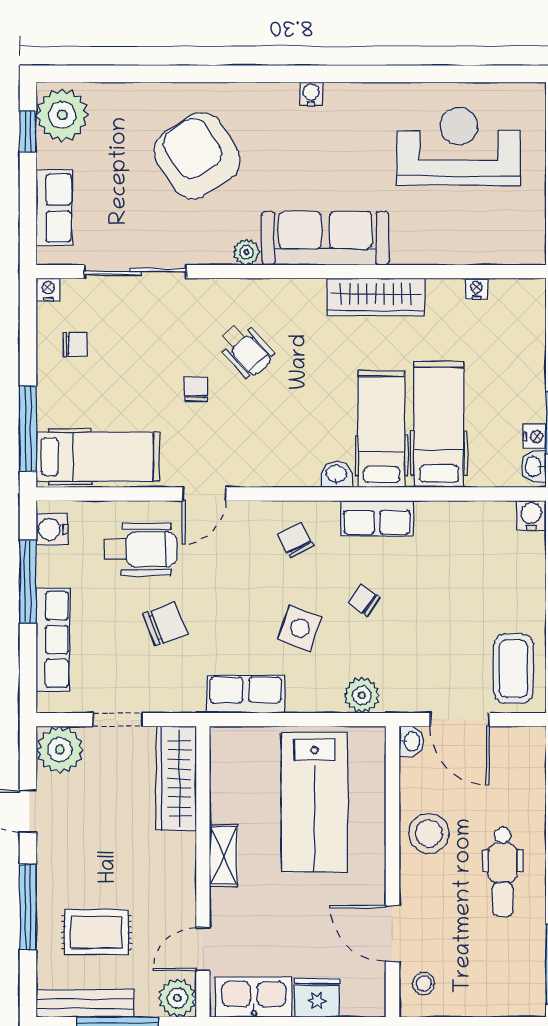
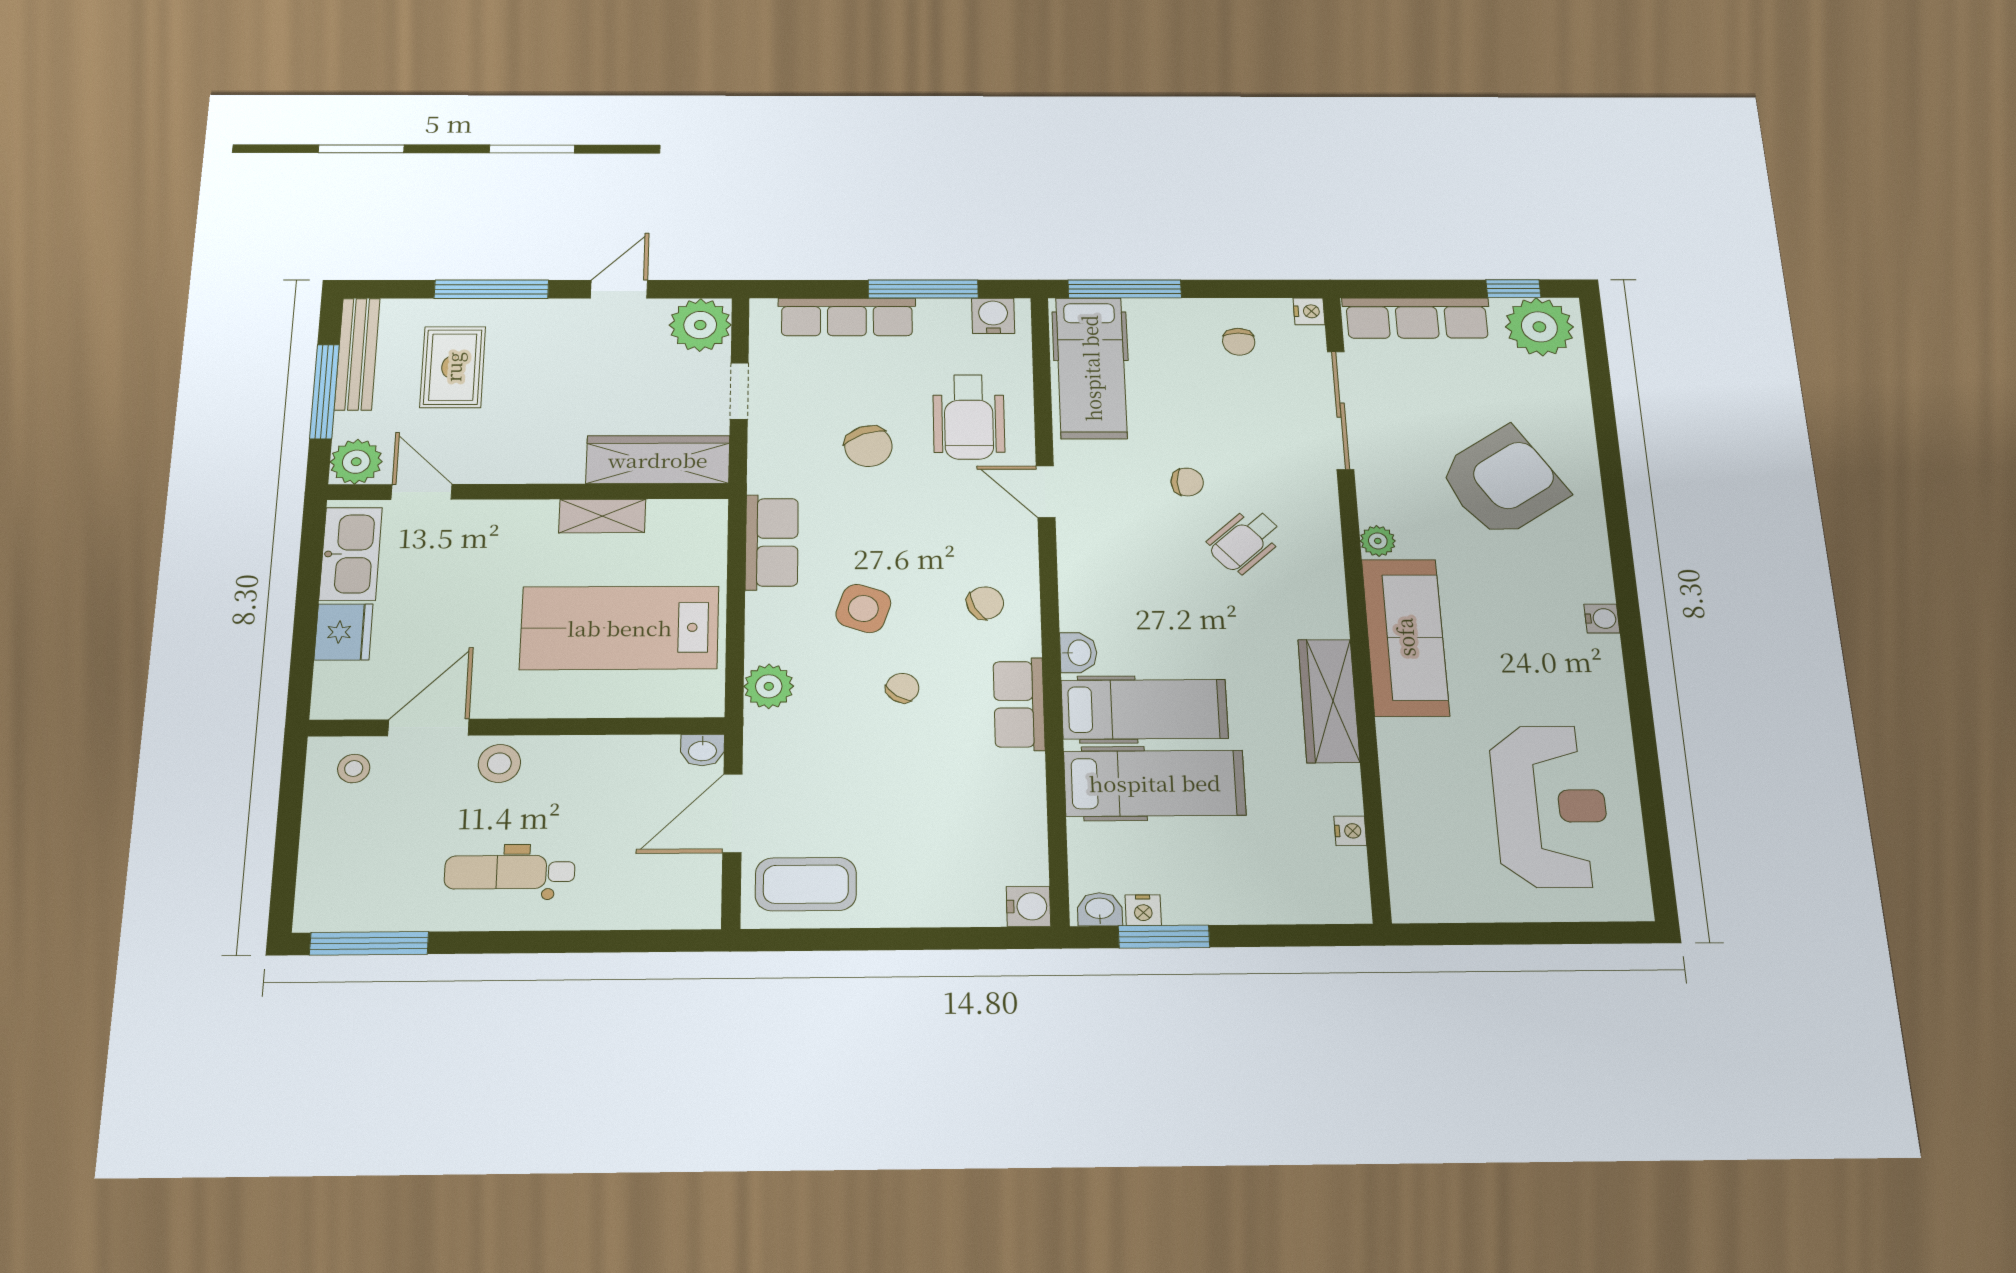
row of seats: (54, 208) -> (1417, 318), width x1.48
stool: (429, 833) -> (499, 763), moved, width x0.73, depth x0.73
shelving: (223, 856) -> (602, 516), moved

